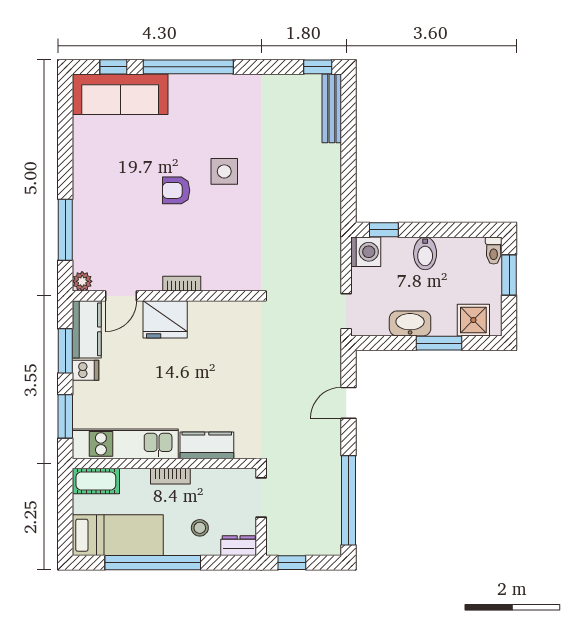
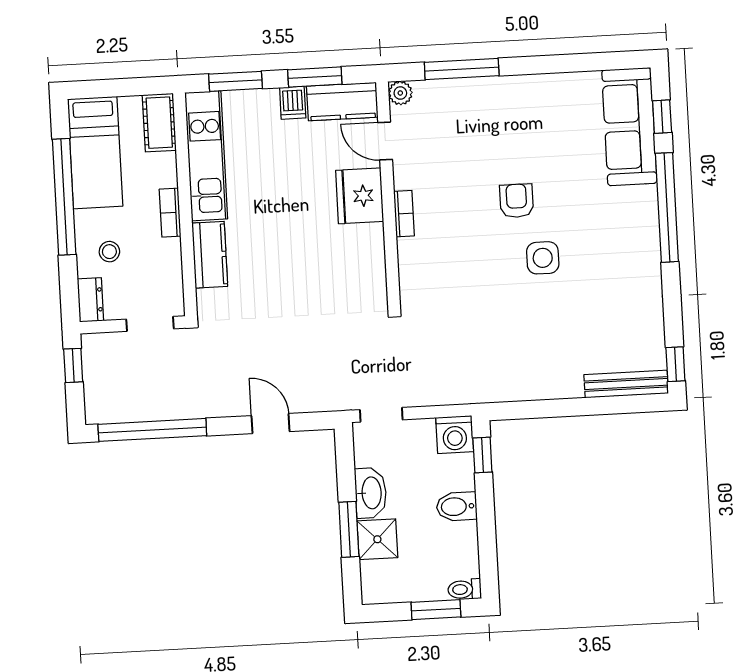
shower: (473, 320) -> (377, 539), moved

